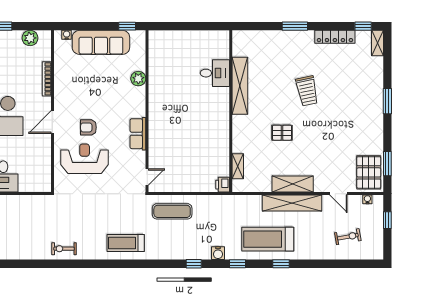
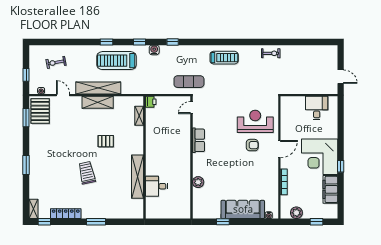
plant: (138, 79) -> (198, 182), moved
wall: (147, 111) -> (192, 157), moved
row of seats: (138, 134) -> (198, 140), moved
reception desk: (85, 159) -> (255, 121), turned 180
door: (147, 177) -> (192, 108), moved
treadmill: (268, 239) -> (116, 61), turned 180

